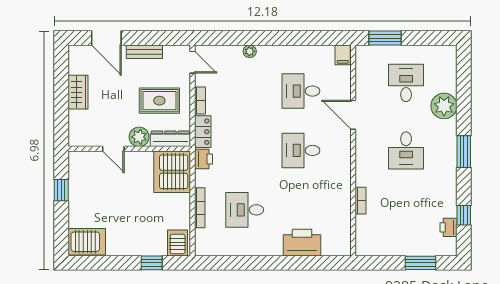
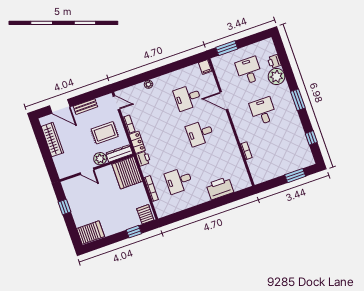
wardrobe: (78, 92) -> (52, 140), width x1.50
desk: (406, 150) -> (263, 111), turned 180
printer: (449, 227) -> (274, 61), moved

